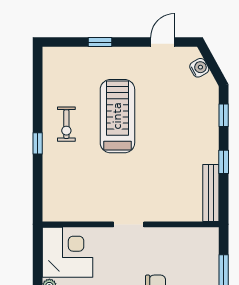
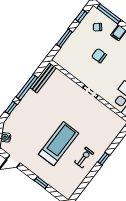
treadmill: (117, 116) -> (59, 144), turned 180
window: (224, 162) -> (27, 87), width x2.17

